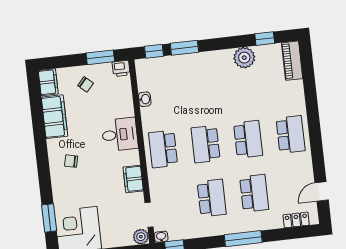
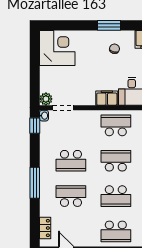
filing cabinet: (133, 179) -> (107, 98), moved
school desk: (254, 193) -> (71, 196), turned 180
window: (49, 218) -> (109, 25), moved

